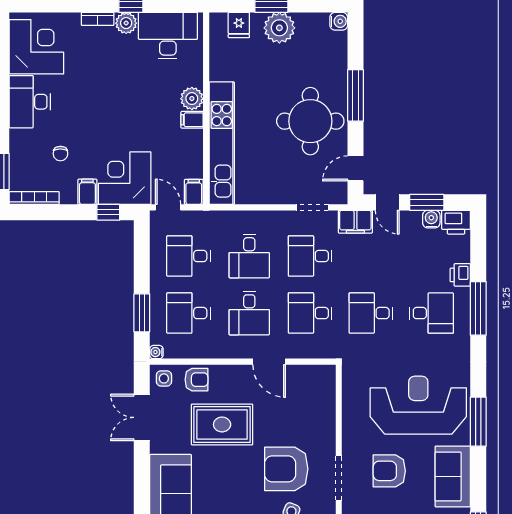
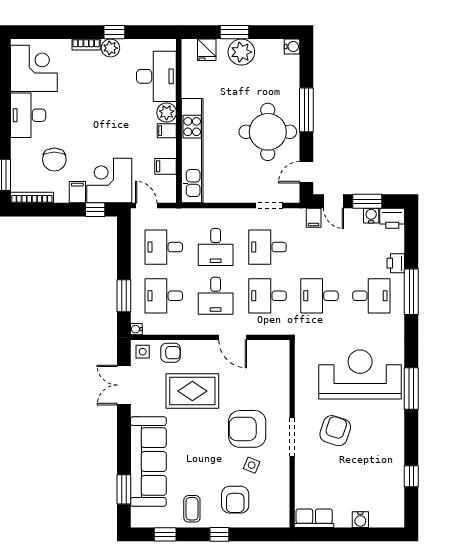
desk: (168, 36) -> (156, 76), moved, turned 90
chair: (60, 154) -> (54, 160), width x1.87, depth x1.87
filing cabinet: (194, 192) -> (166, 166), moved, turned -90
filing cabinet: (355, 222) -> (314, 218), width x0.50
armchair: (389, 471) -> (335, 431), turned 108
sofa: (453, 476) -> (389, 435), removed

